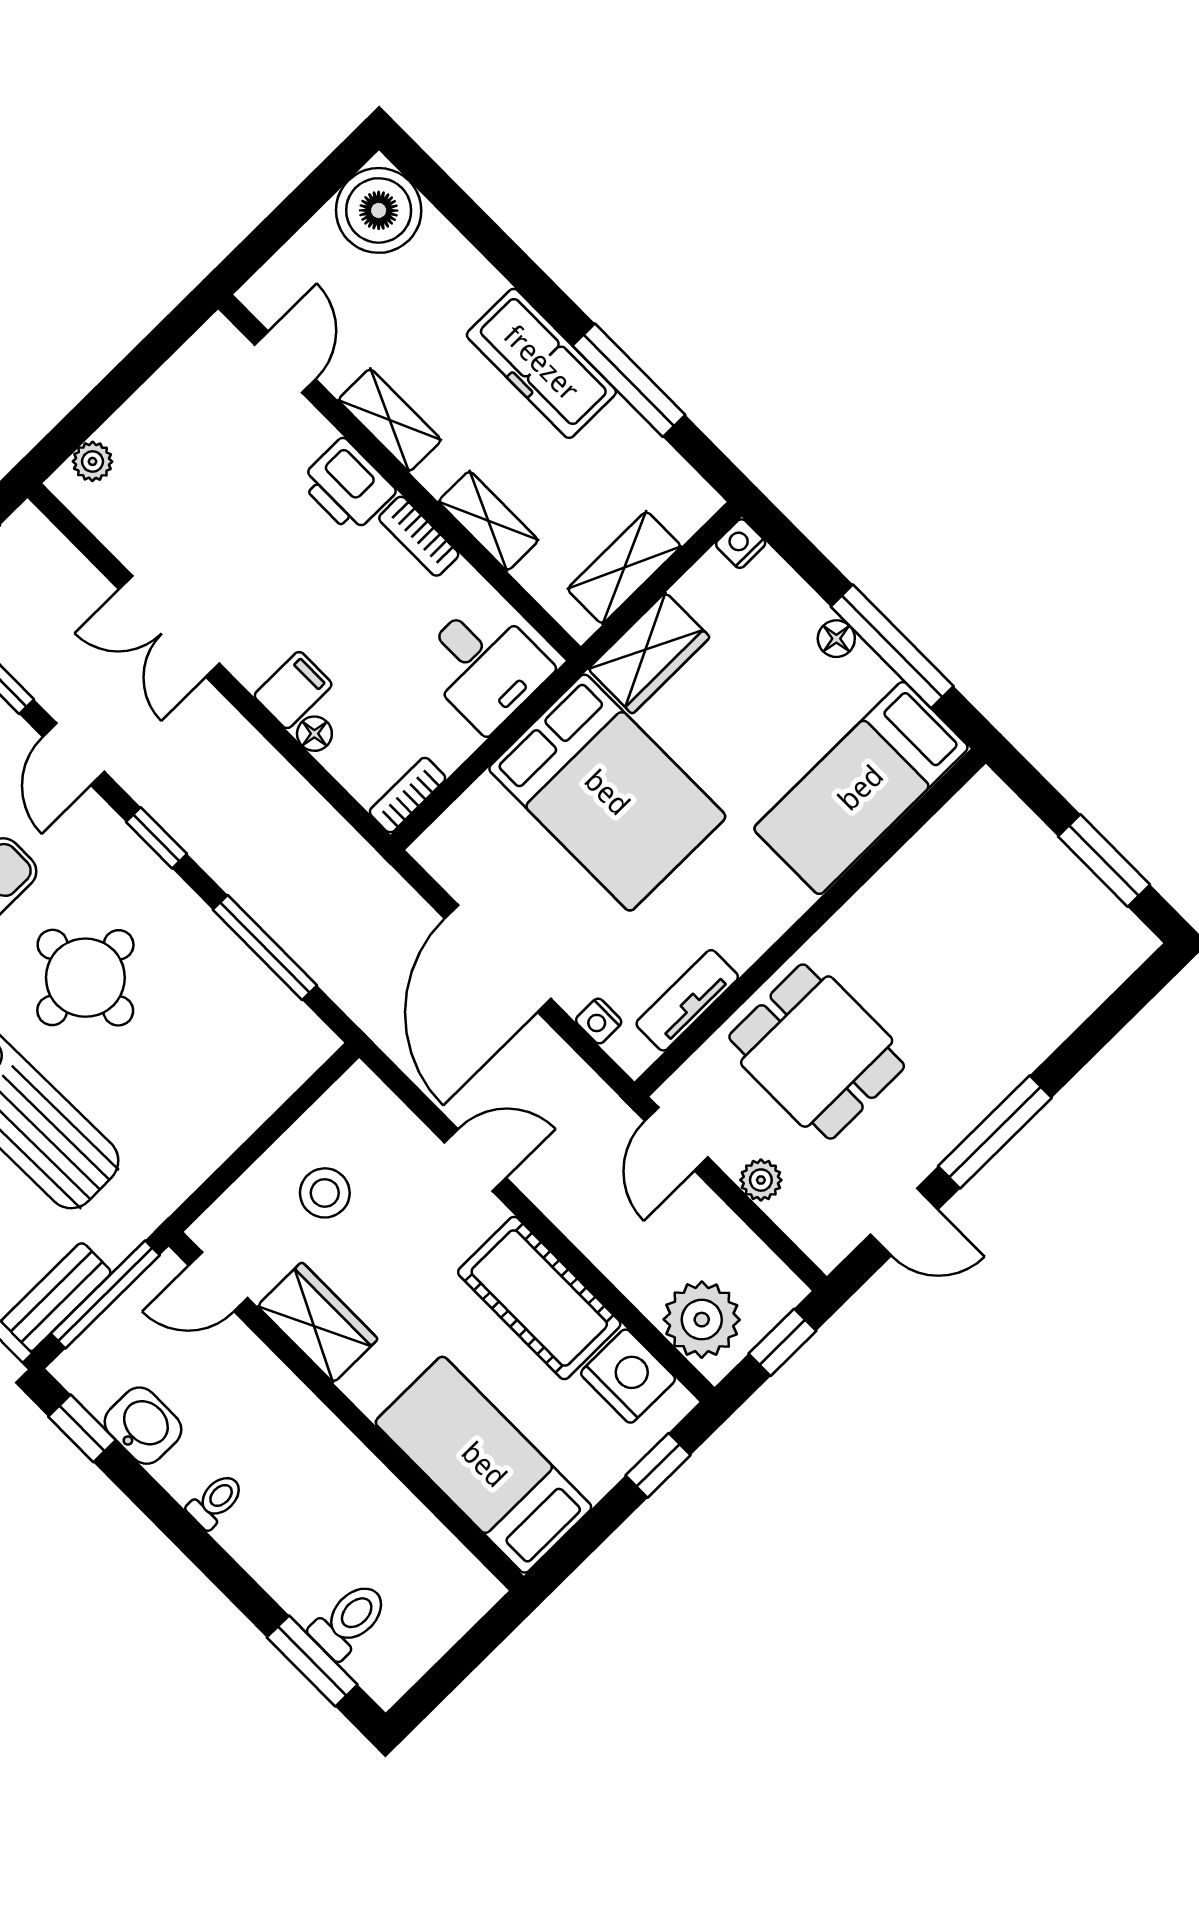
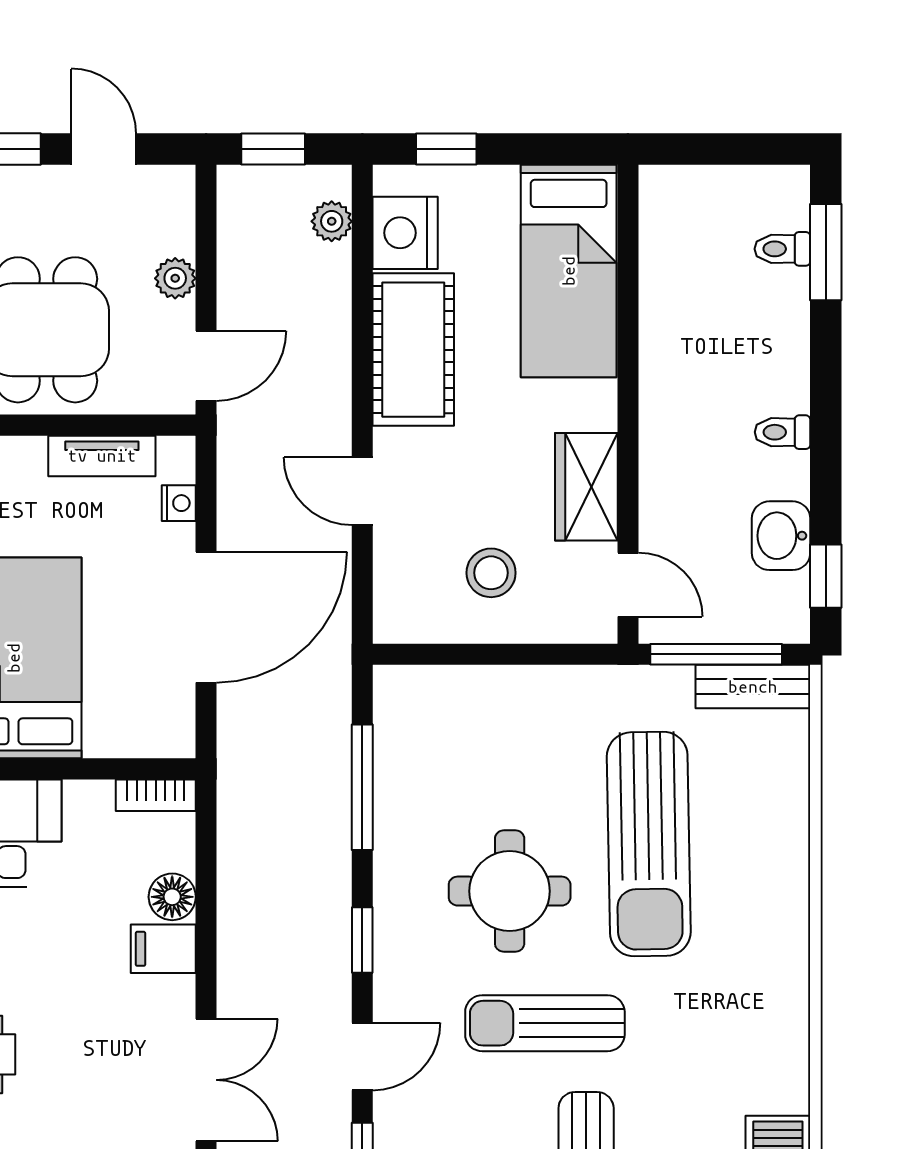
floor lamp: (314, 734) -> (172, 897), width x1.37, depth x1.37
plant: (702, 1320) -> (332, 221), width x0.53, depth x0.53
toilet: (349, 1620) -> (782, 249), width x0.73, depth x0.72

